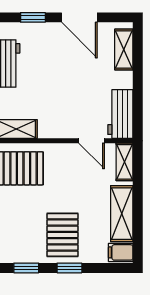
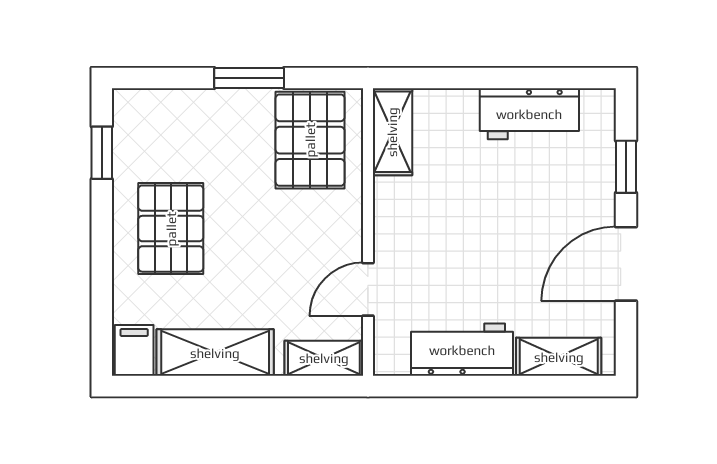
workbench: (120, 114) -> (462, 350), moved
pallet: (62, 235) -> (171, 229), turned 90
window: (69, 268) -> (102, 243), removed

